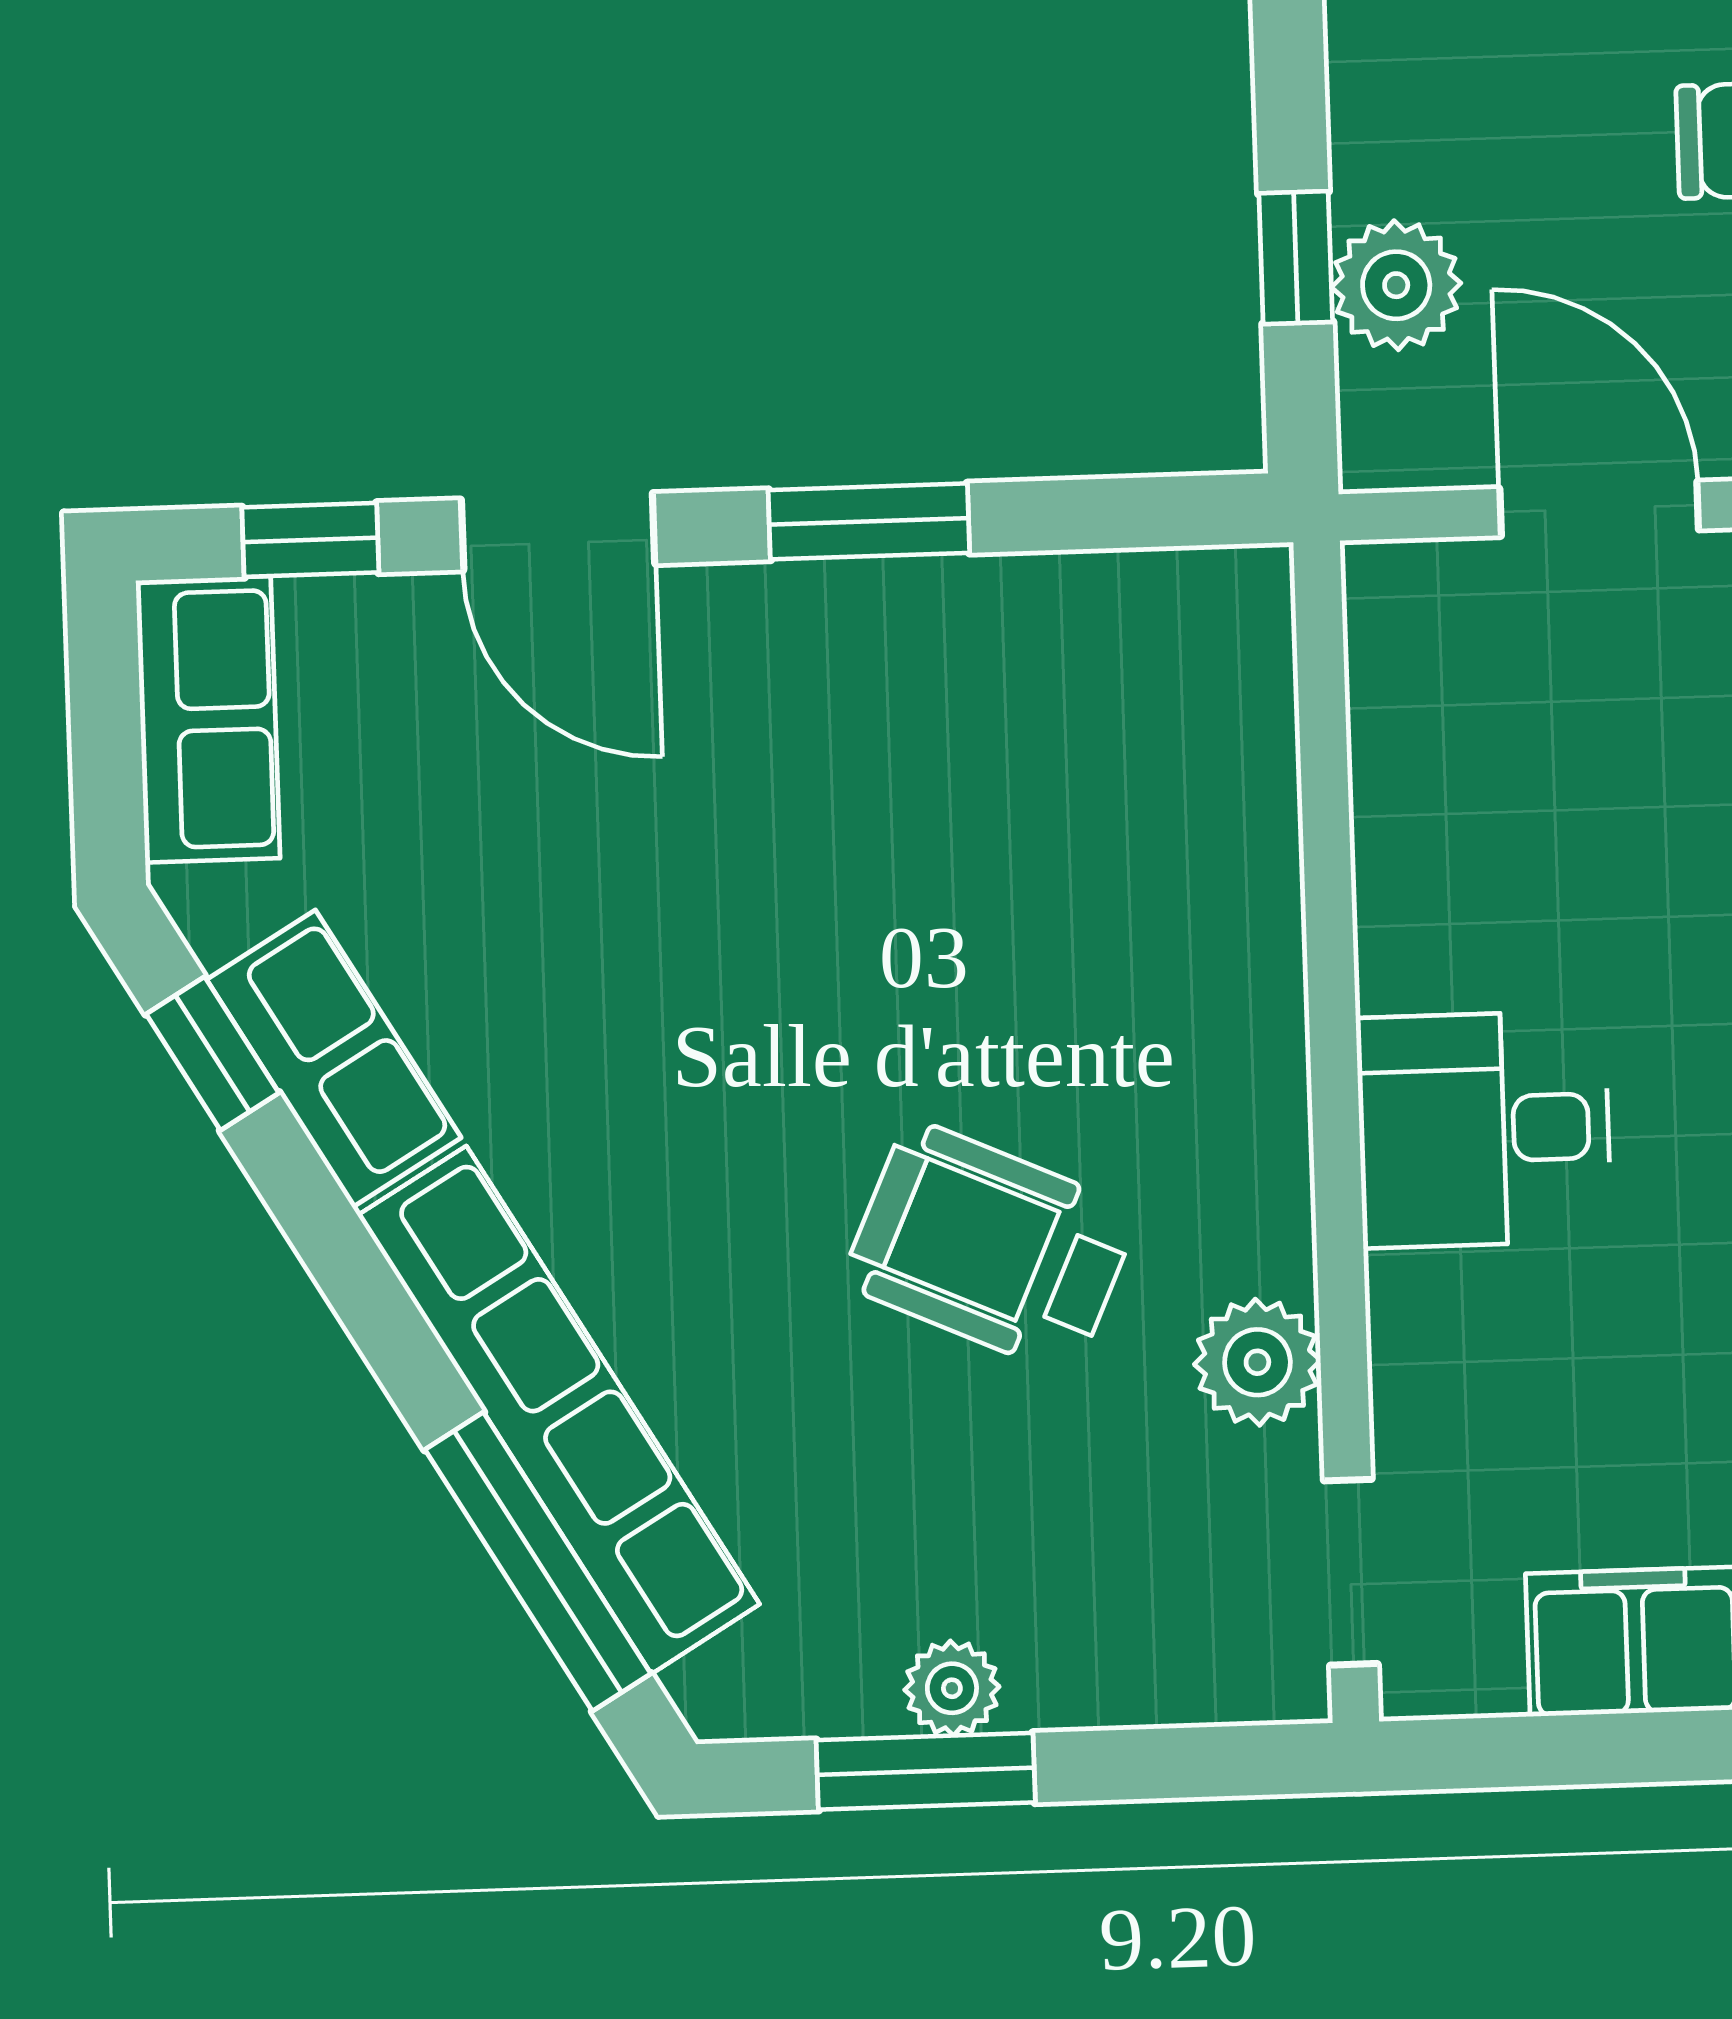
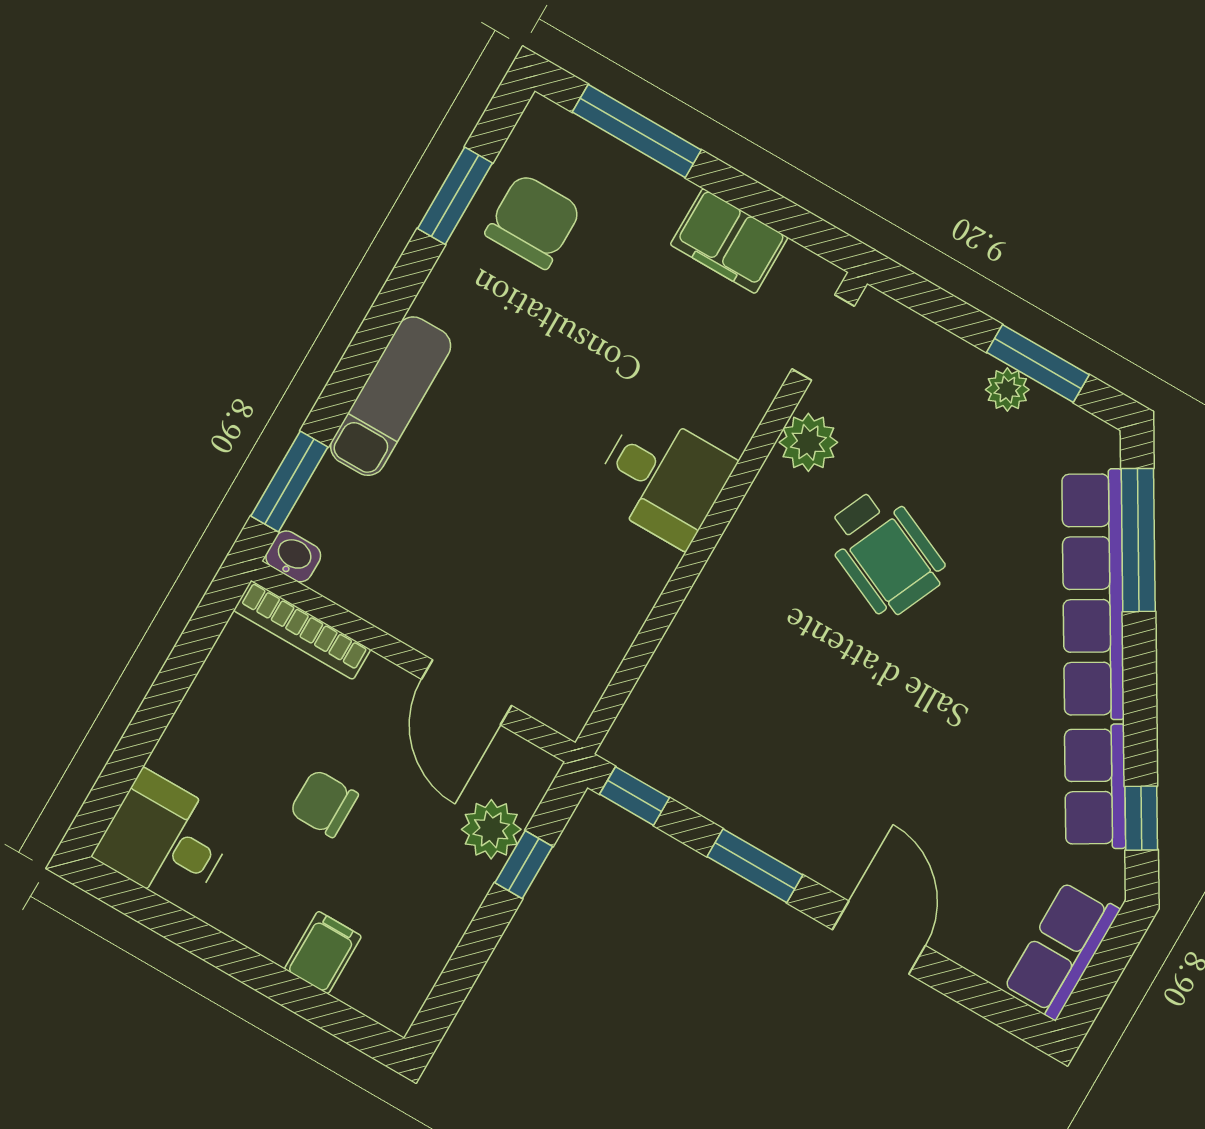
window: (310, 540) -> (634, 796), moved

